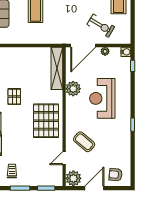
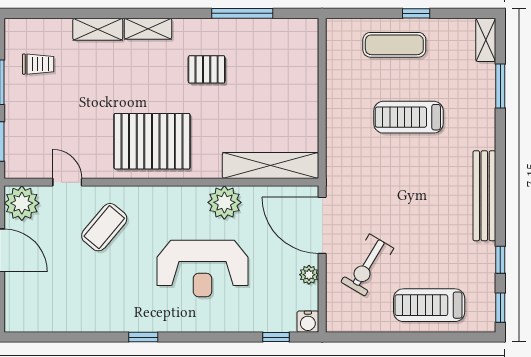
reception desk: (102, 98) -> (202, 269), turned 180
armchair: (116, 175) -> (30, 298), removed

